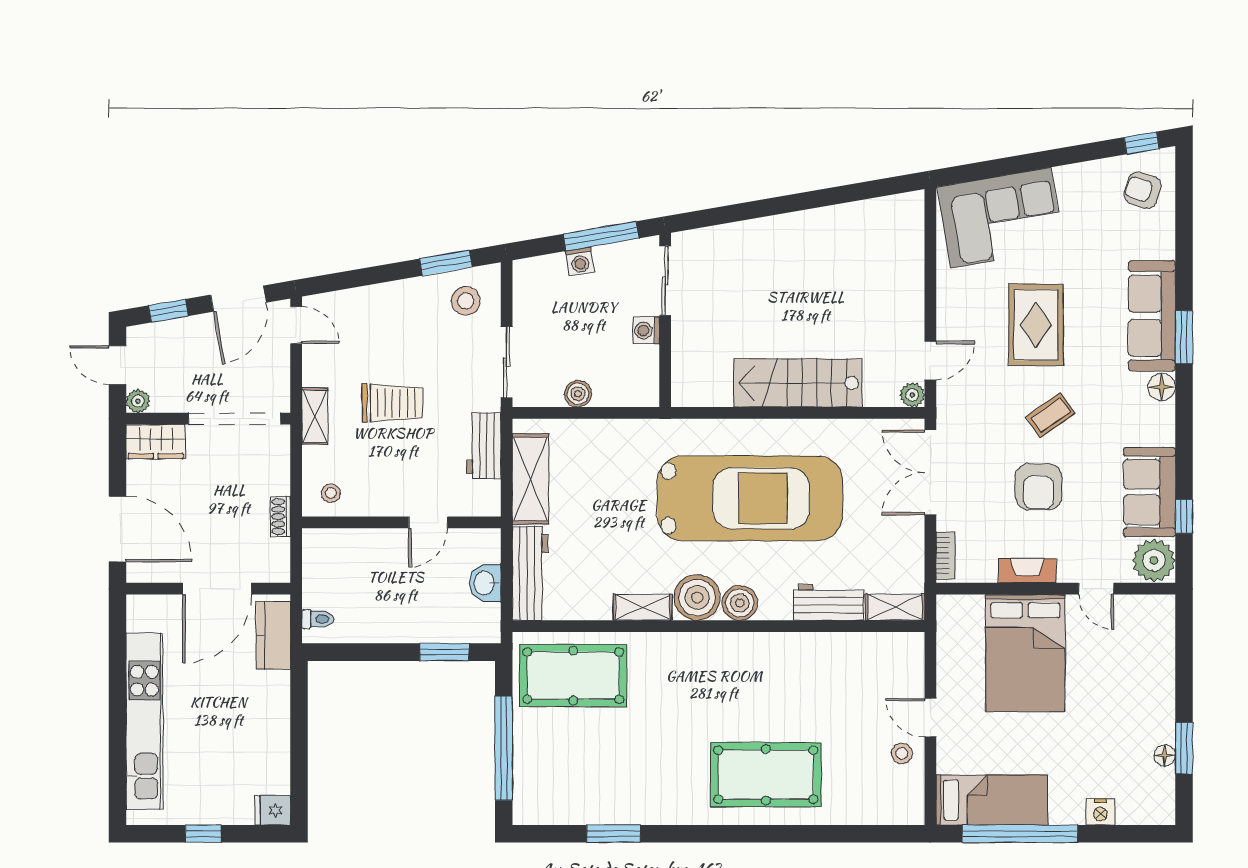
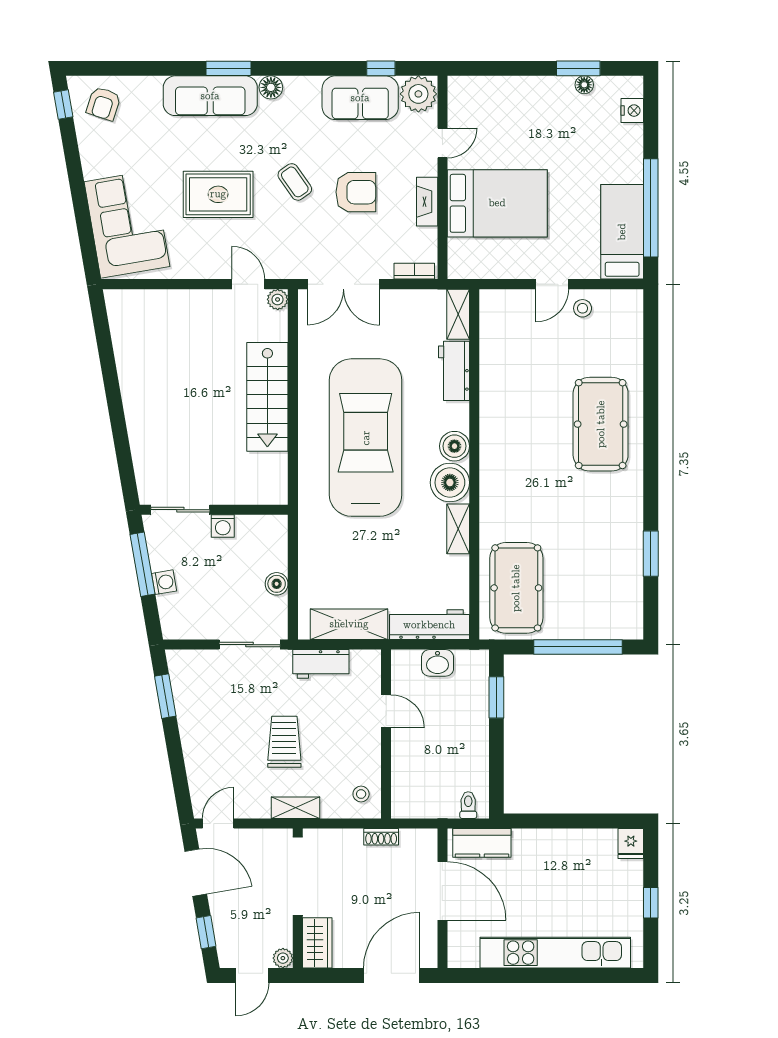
stool: (466, 301) -> (198, 679), removed
nightstand: (1100, 812) -> (632, 111), moved

